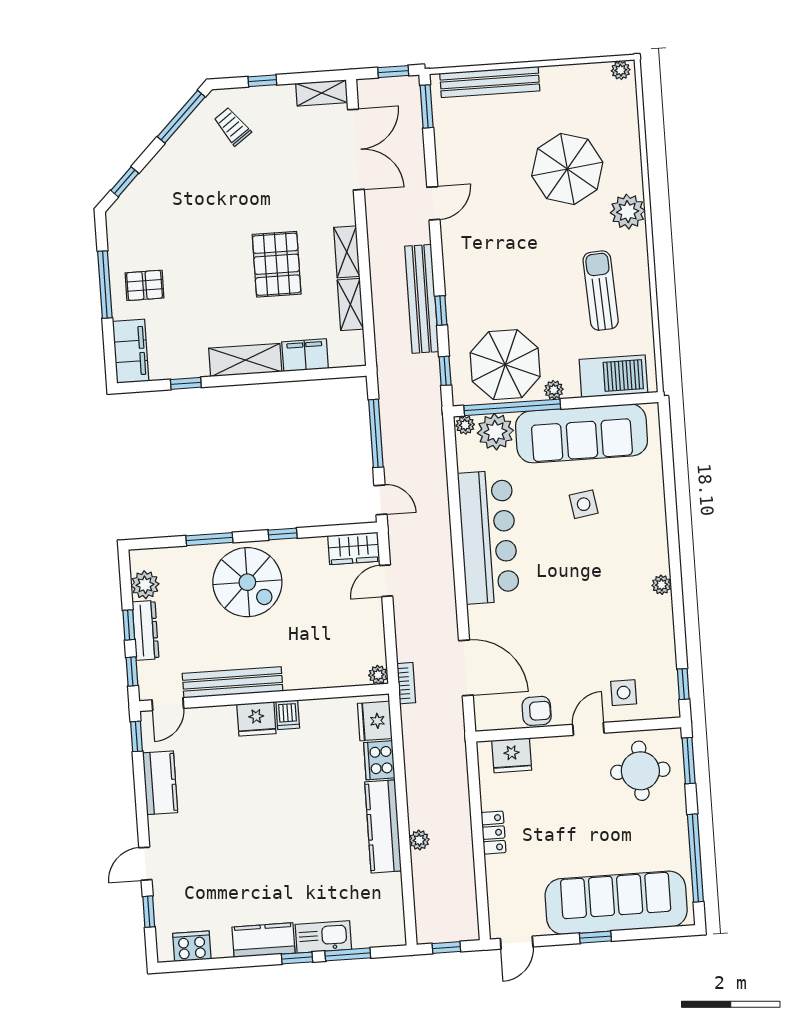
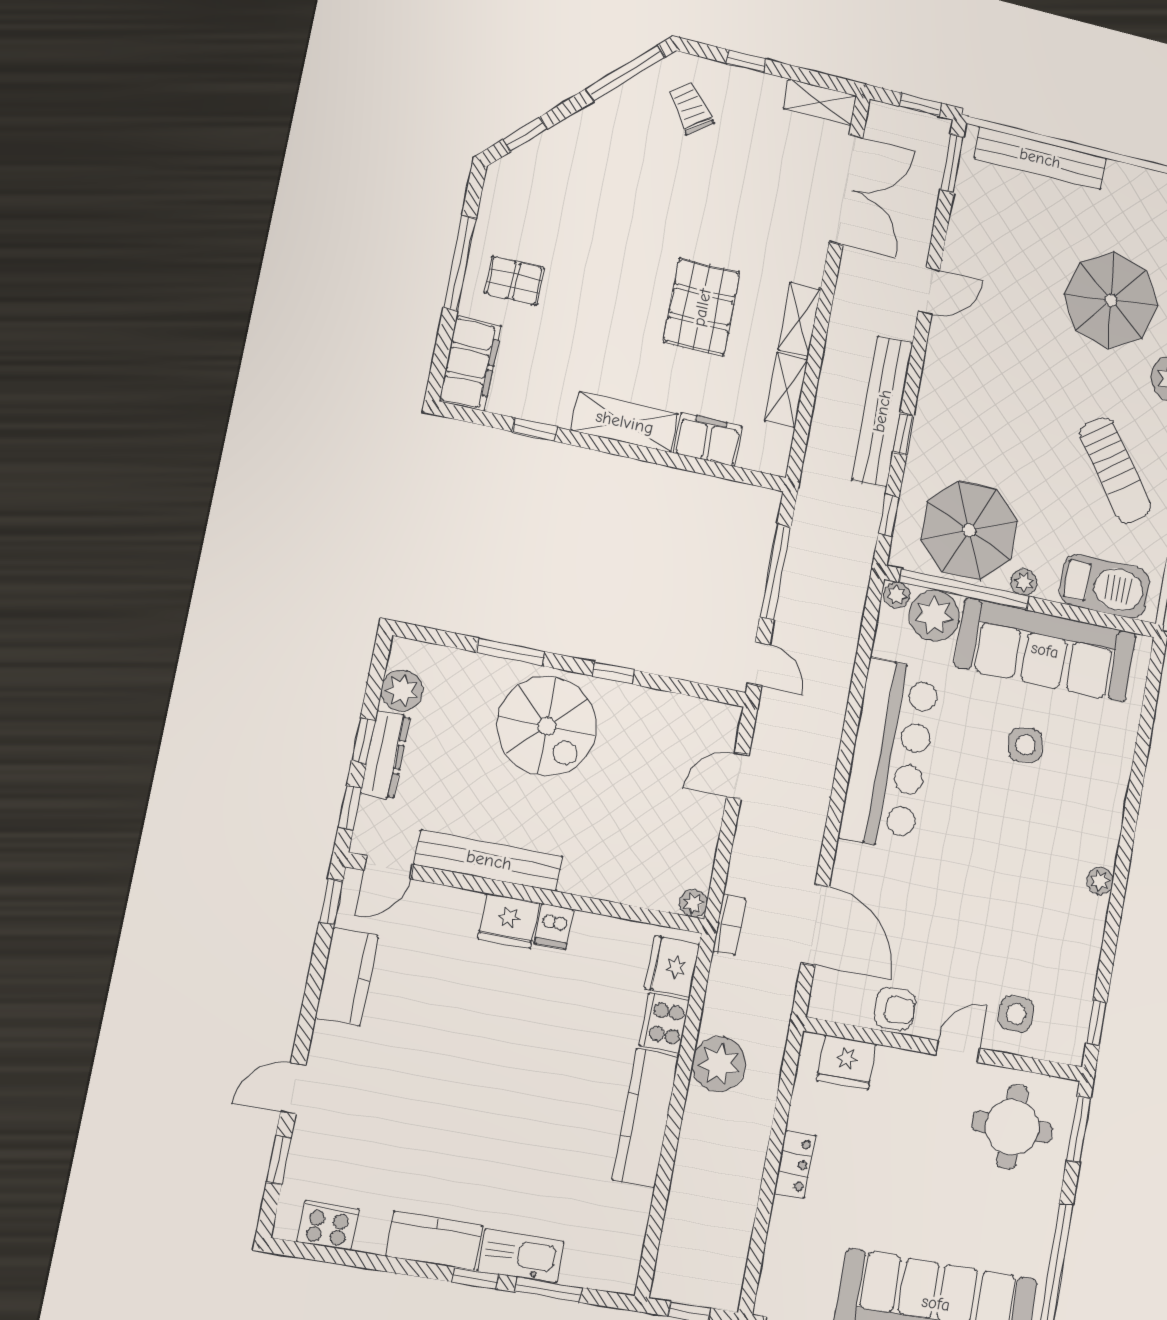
sun lounger: (601, 291) -> (1115, 470), turned 147
wardrobe: (354, 548) -> (705, 720), removed
plant: (419, 840) -> (719, 1064), moved, width x1.88, depth x1.88

